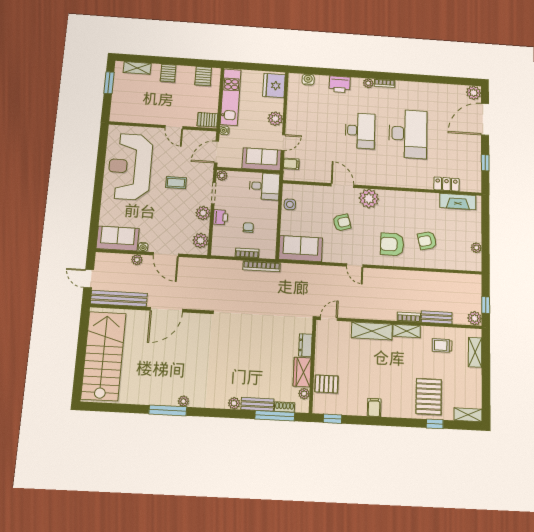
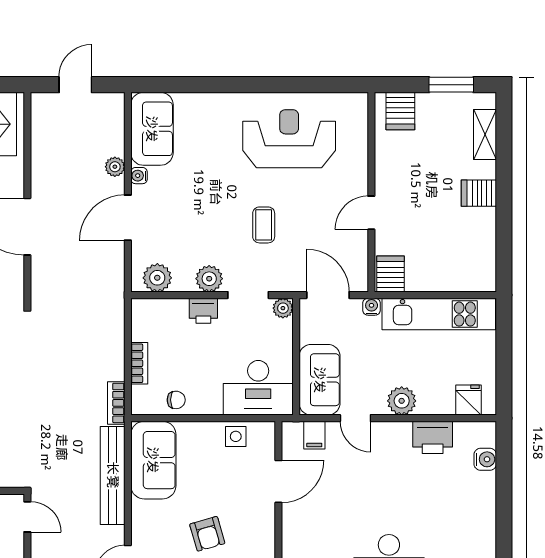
server rack: (203, 76) -> (400, 111), moved, turned -90
printer: (340, 84) -> (433, 437), moved, turned -90
fridge: (274, 85) -> (468, 400), width x0.53, depth x0.75
reception desk: (130, 167) -> (289, 139), width x0.74, depth x0.77
door: (342, 185) -> (278, 481), moved
desk: (264, 186) -> (258, 388), width x1.37
chair: (248, 228) -> (176, 400), moved
bookcase: (262, 266) -> (116, 403), width x0.64
bench: (119, 299) -> (113, 475), moved

